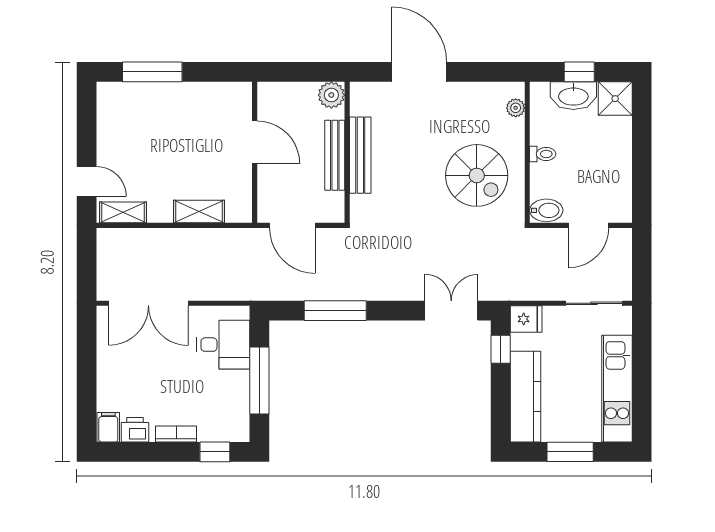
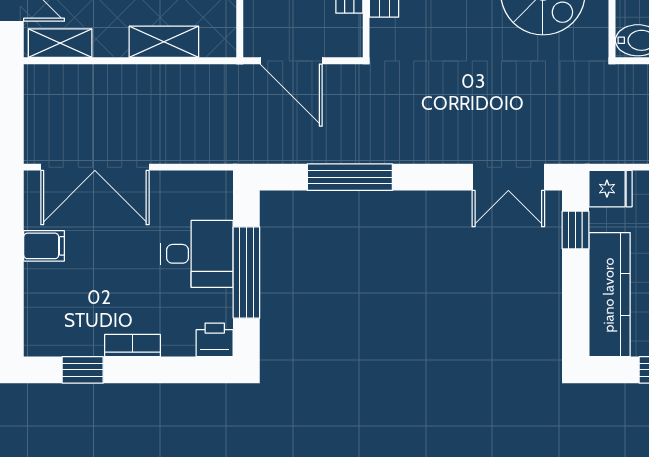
double door: (451, 311) -> (508, 177), swing flipped
desk: (223, 345) -> (197, 254), moved
filing cabinet: (108, 427) -> (44, 246), moved, turned 90
printer: (135, 430) -> (215, 340), moved
window: (215, 452) -> (83, 370), moved

